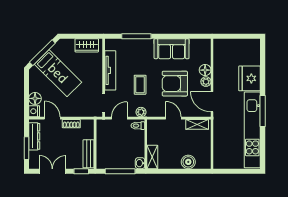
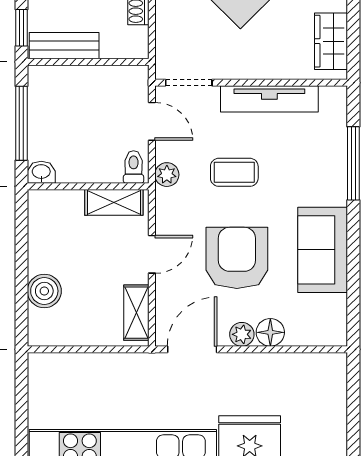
shelving: (152, 157) -> (114, 202), moved

